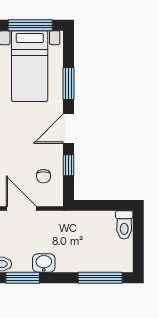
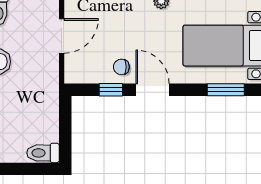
window: (69, 83) -> (226, 90), moved
chair: (43, 176) -> (121, 67), moved

